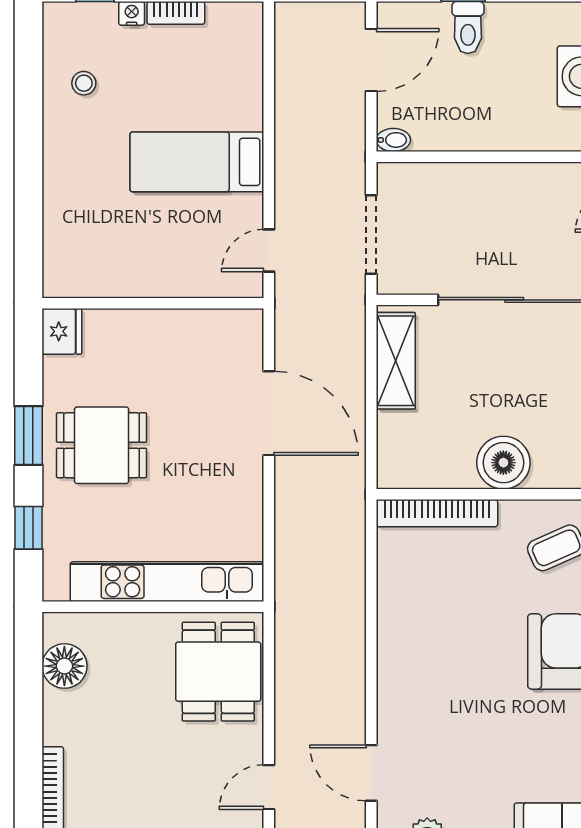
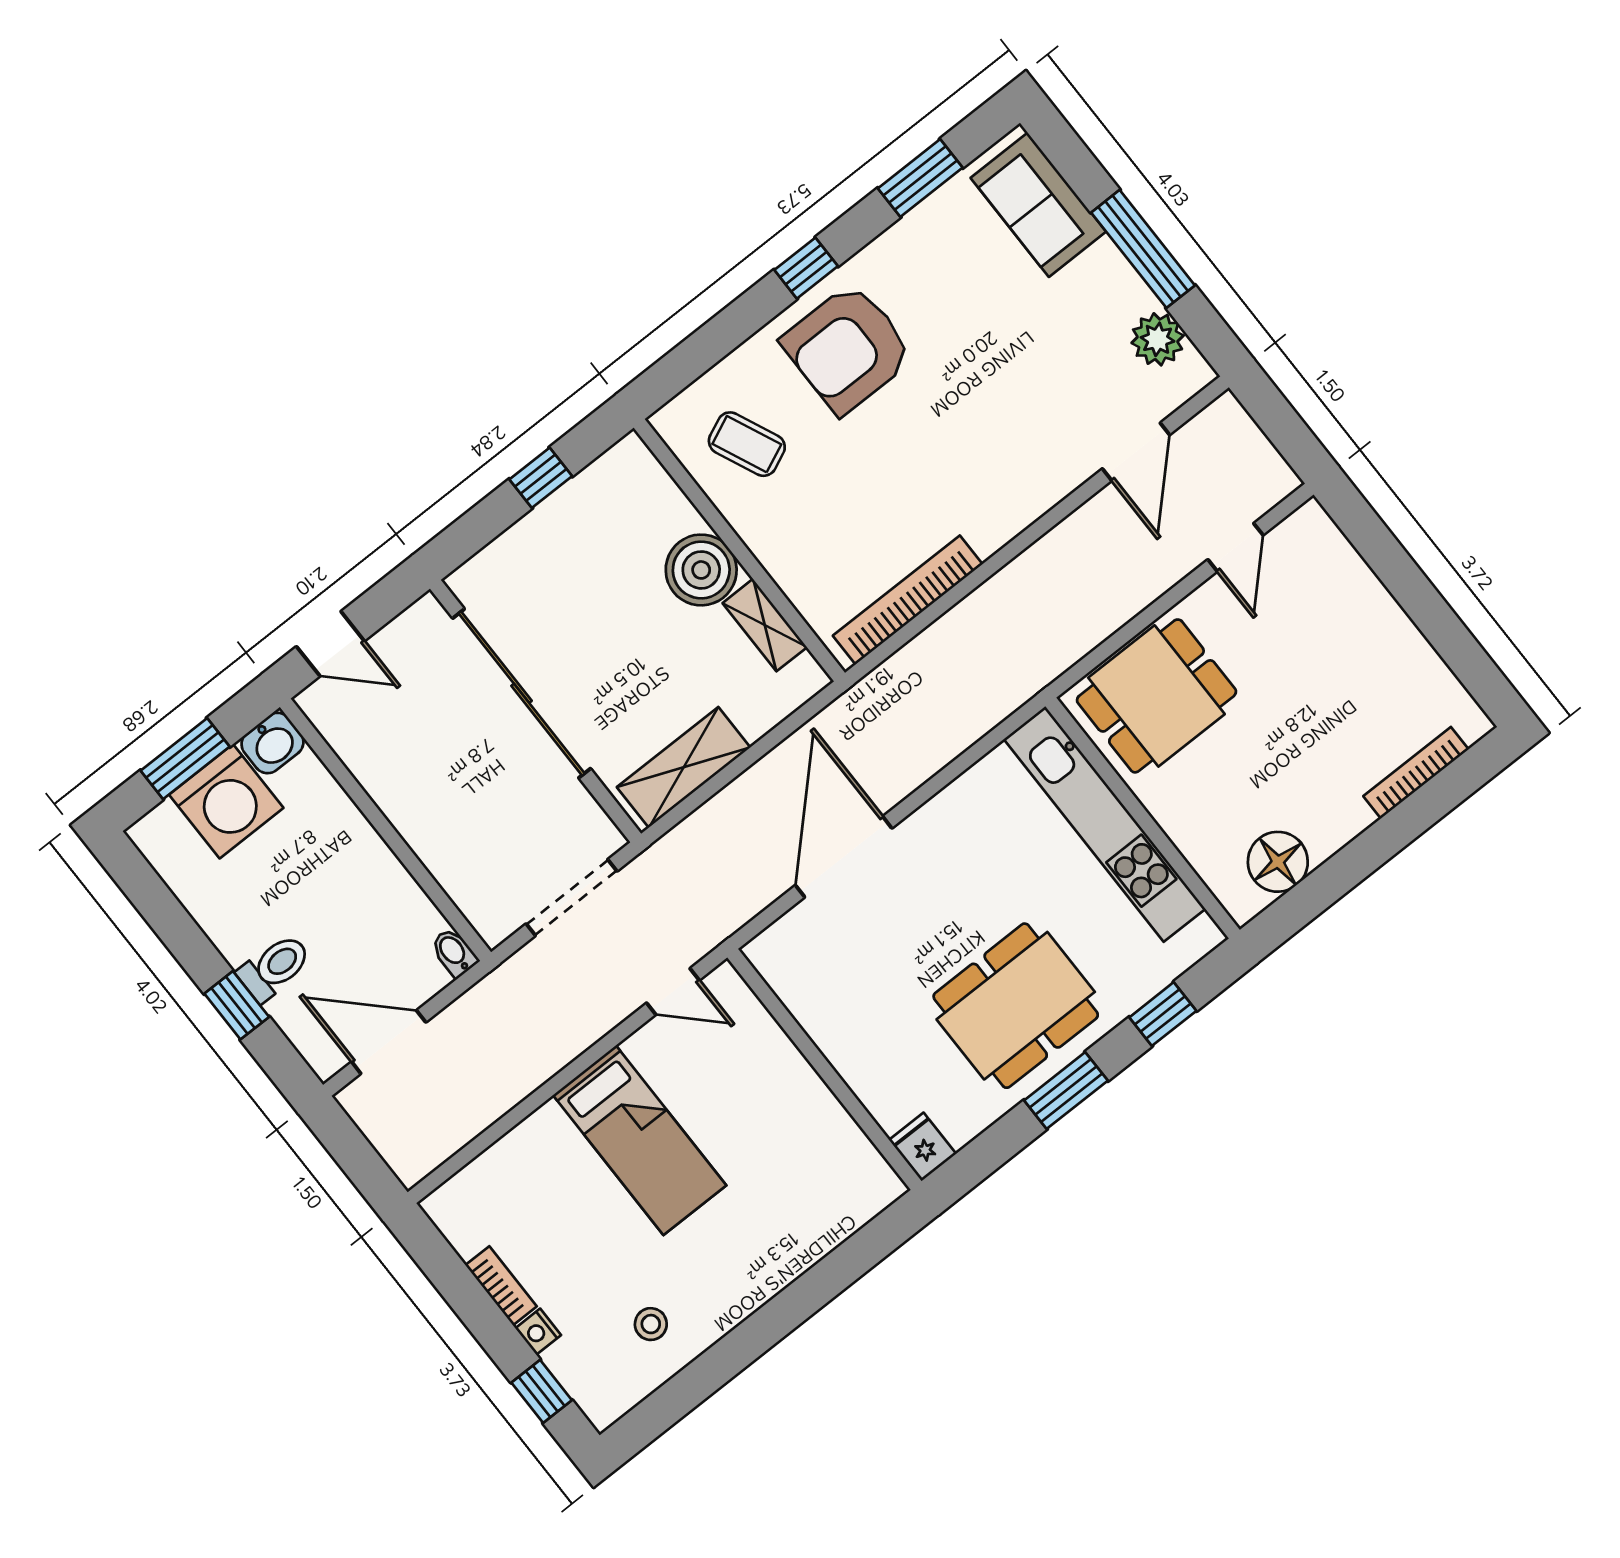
fridge: (62, 331) -> (923, 1147), width x0.72
dining table: (102, 445) -> (1016, 1006), width x1.38
shelving: (442, 474) -> (765, 625), added
bookcase: (437, 513) -> (908, 600), moved, turned -90
door: (269, 787) -> (1235, 547), hinge flipped

